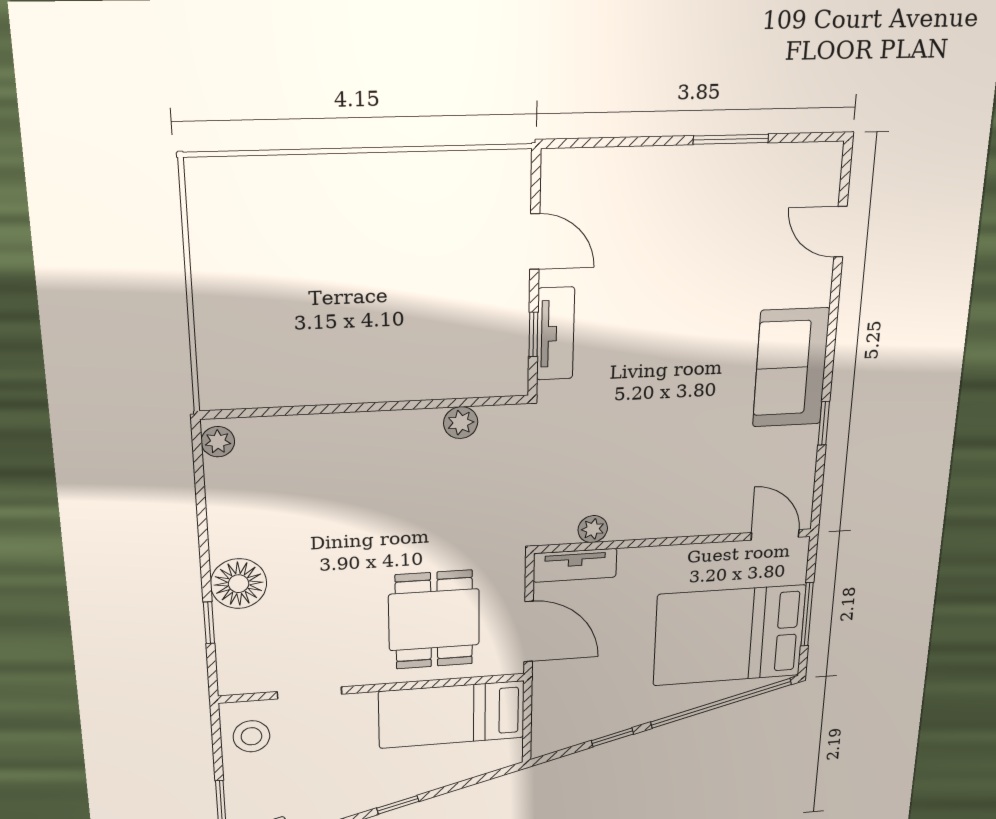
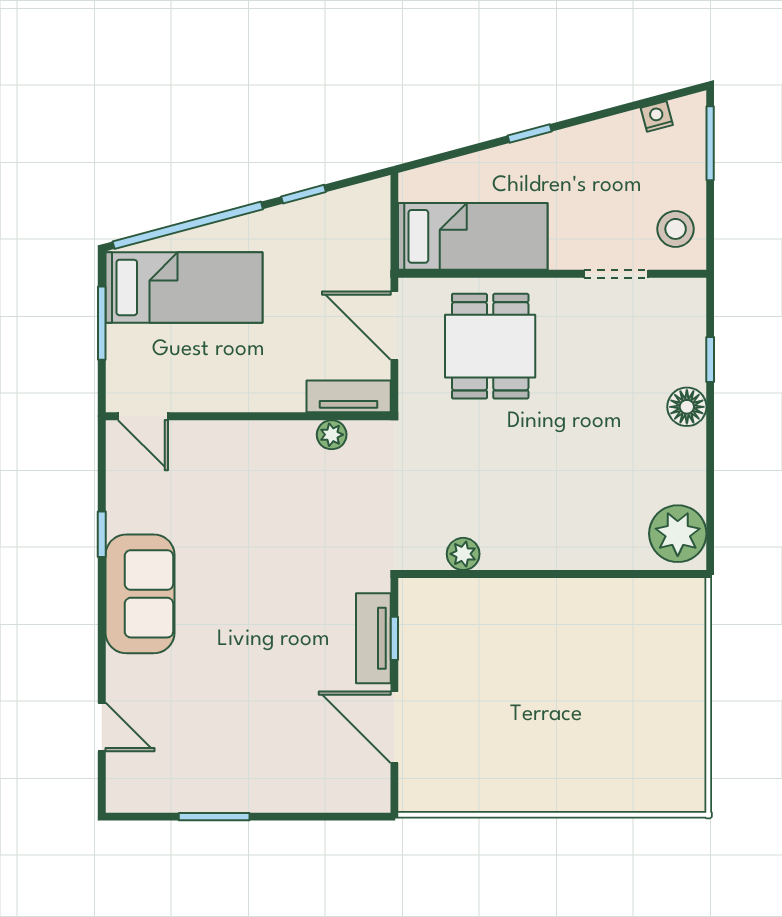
door: (535, 242) -> (394, 727), width x1.38
plant: (218, 442) -> (678, 534), width x1.88, depth x1.88
floor lamp: (239, 584) -> (687, 407), width x0.73, depth x0.73
bed: (729, 635) -> (184, 287), width x0.67

